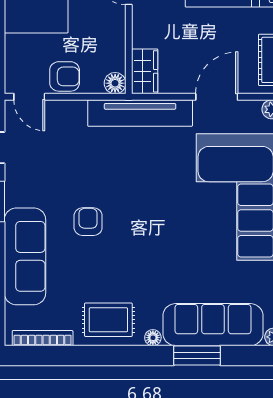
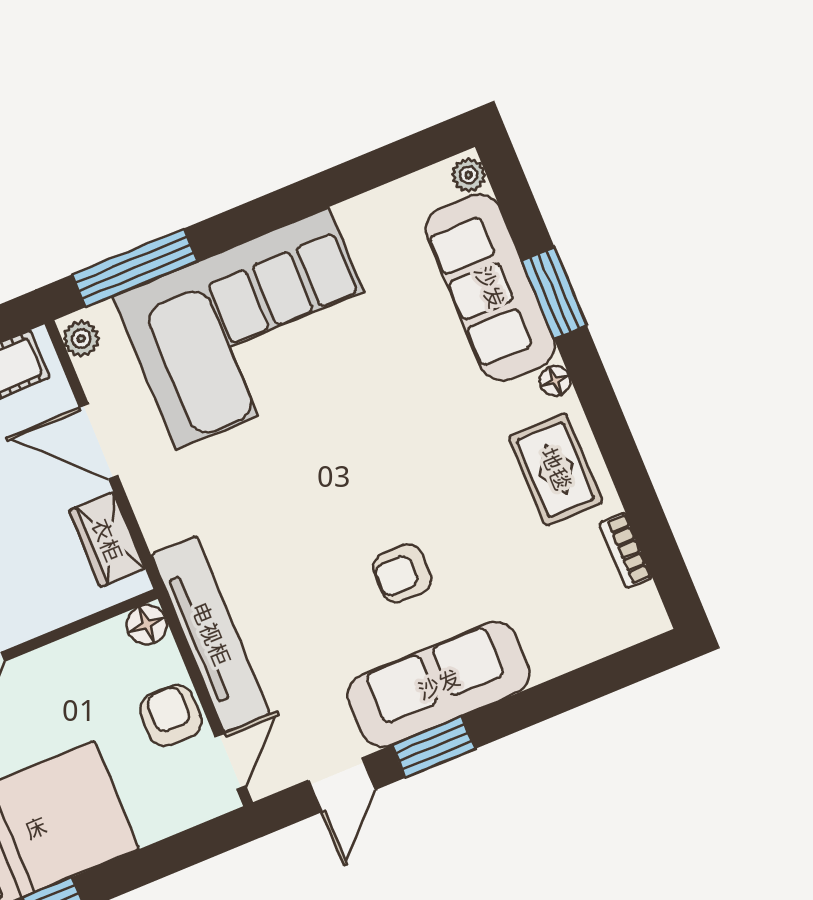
wardrobe: (145, 71) -> (107, 540), moved, turned -90
tv unit: (140, 113) -> (211, 634), moved
sofa: (25, 256) -> (439, 684), moved
bookcase: (43, 338) -> (626, 550), width x0.64

